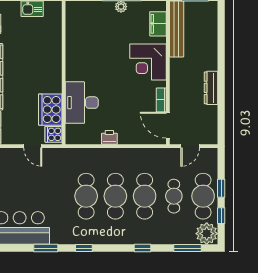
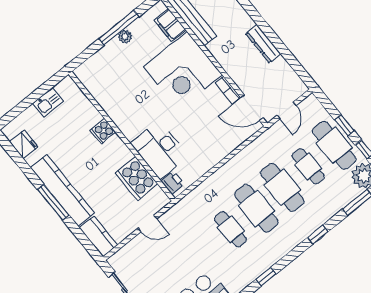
corner desk: (148, 62) -> (183, 71), width x1.36, depth x1.36
cooker: (54, 134) -> (103, 131), moved
printer: (109, 137) -> (173, 183), moved, turned 90
cafe table: (86, 196) -> (231, 229), width x0.73, depth x0.74

